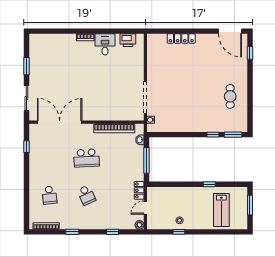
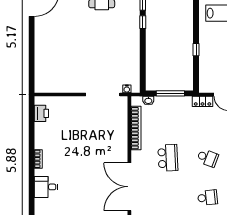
locker: (181, 38) -> (40, 56), removed
desk: (105, 44) -> (46, 187), moved
window: (209, 184) -> (196, 50), moved
school desk: (86, 195) -> (208, 158), turned 45

